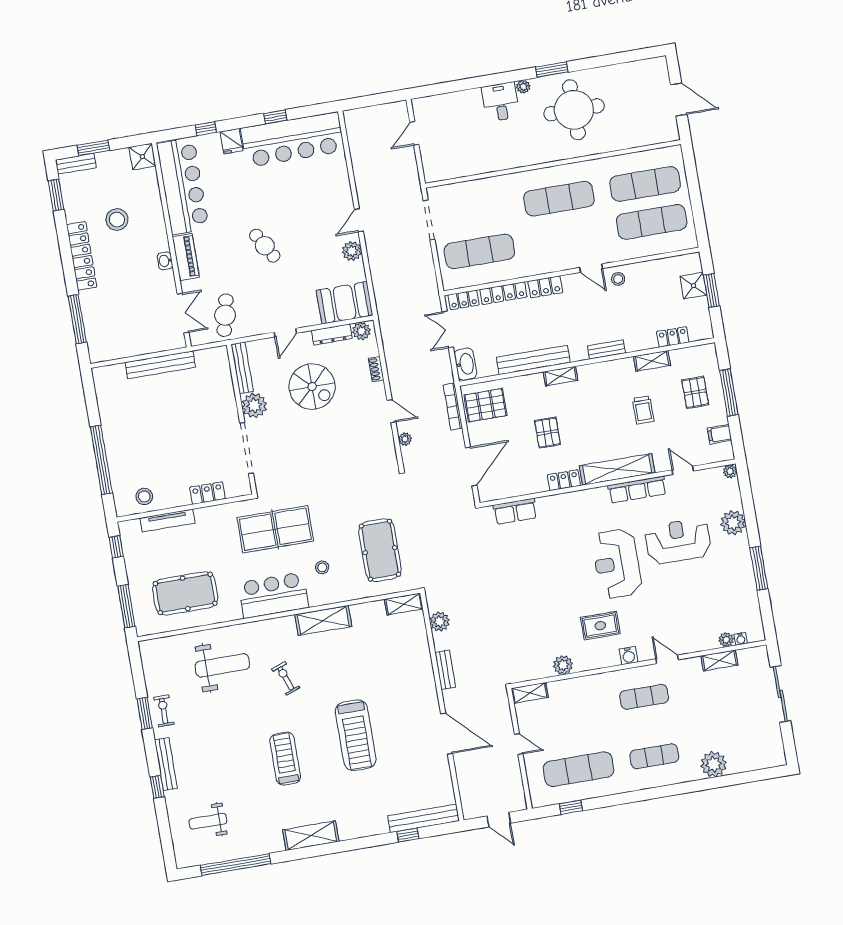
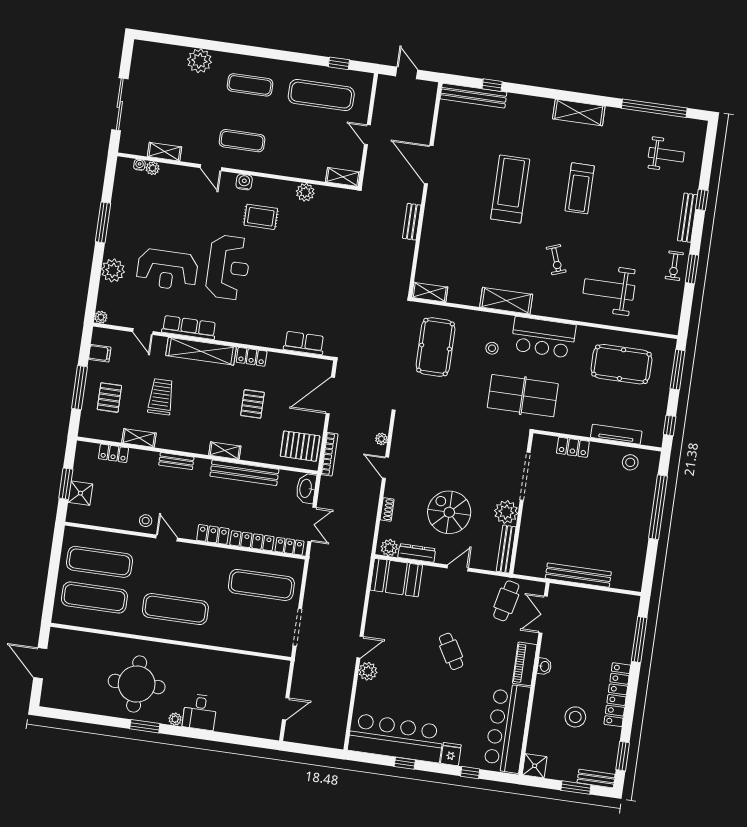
plant: (352, 251) -> (368, 671), moved
trolley: (643, 410) -> (161, 397), width x1.36, depth x1.39
plant: (440, 622) -> (403, 266), removed

